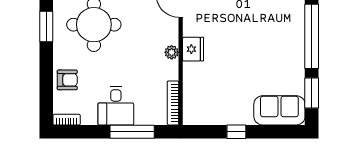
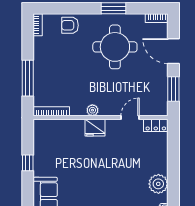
armchair: (67, 80) -> (70, 25), turned 90
desk: (116, 106) -> (49, 65), removed

